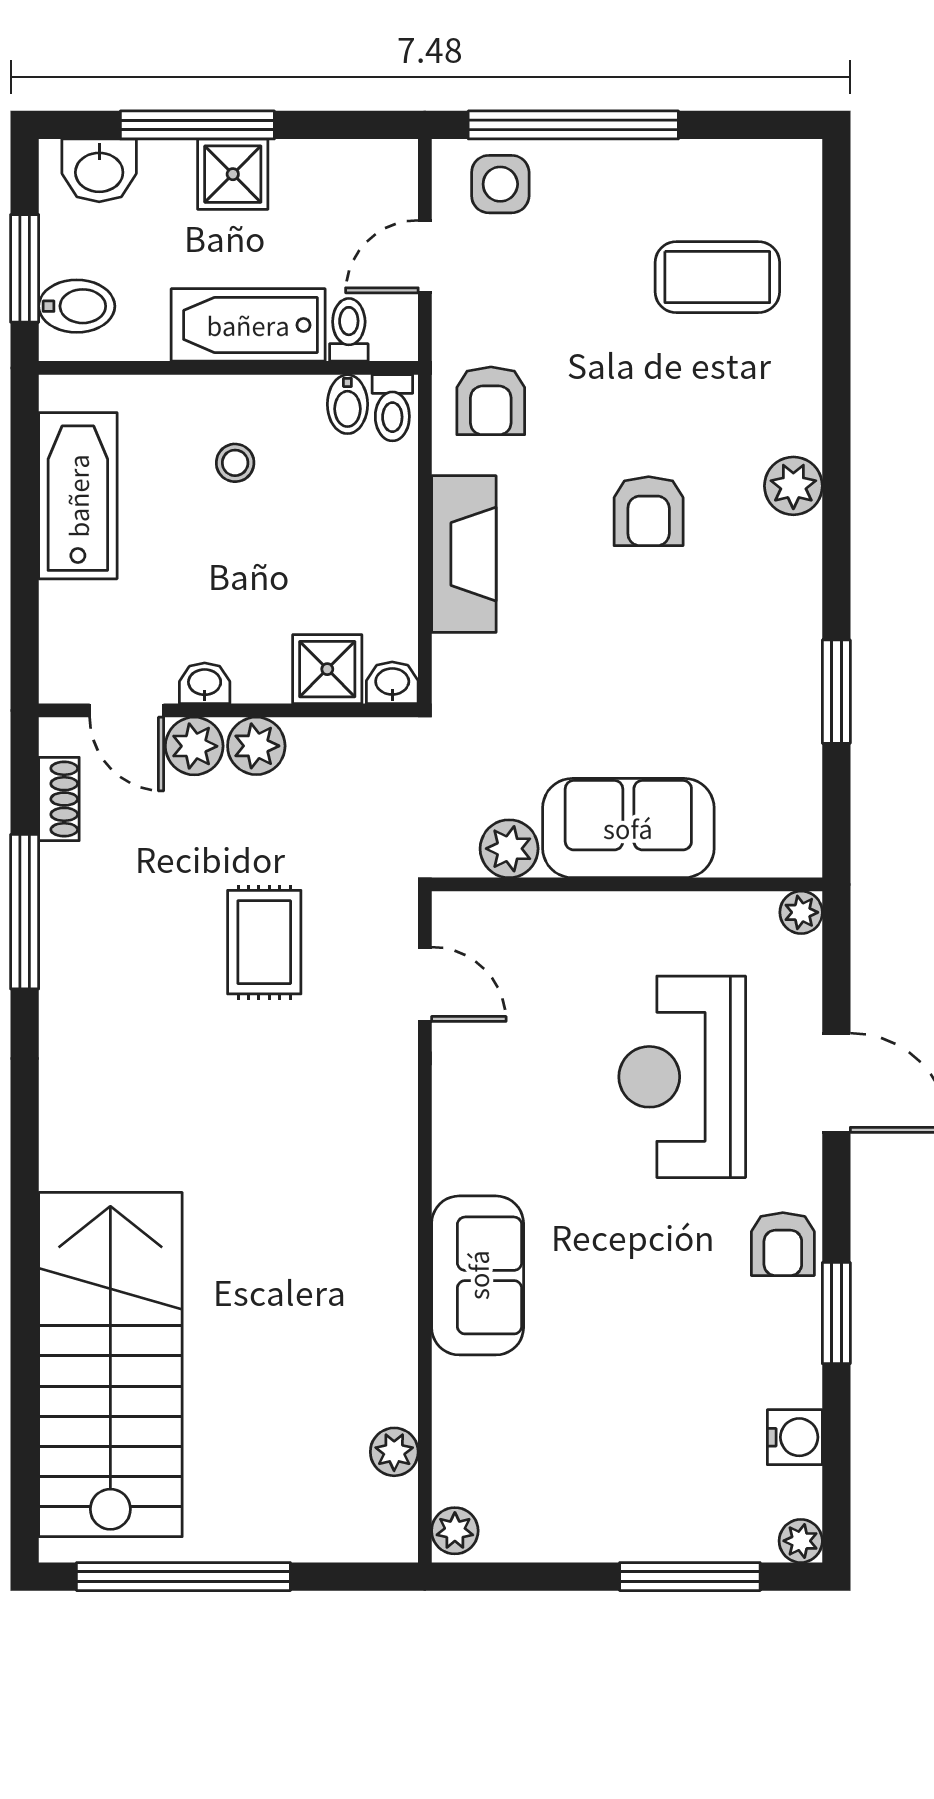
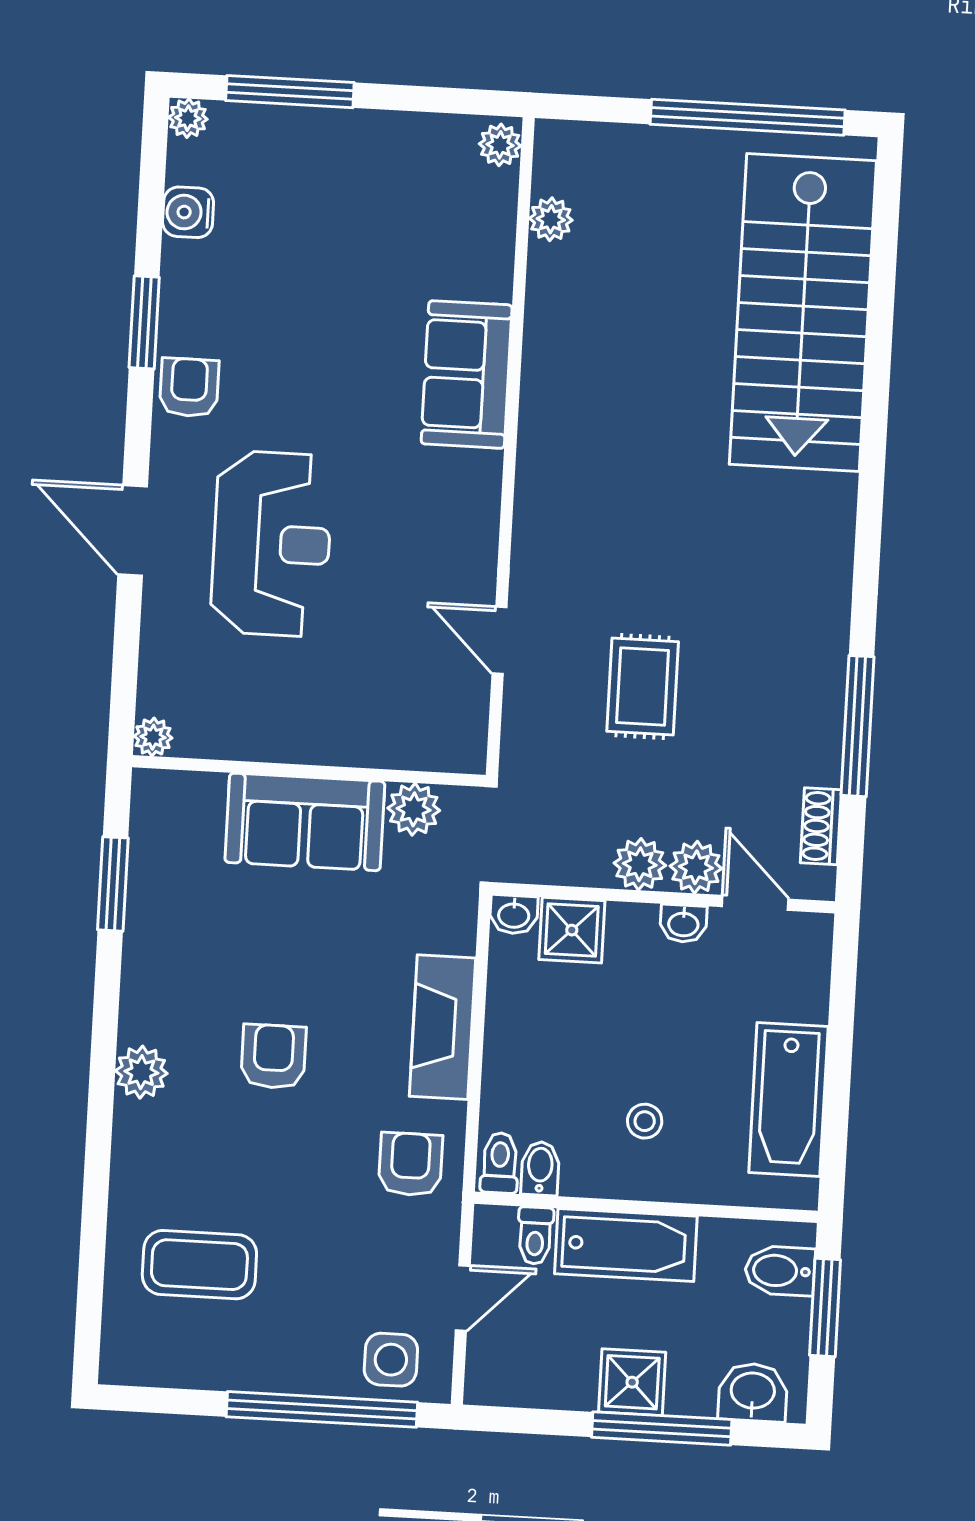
sofa: (628, 828) -> (305, 822), moved
plant: (509, 849) -> (414, 809), moved
wall: (627, 884) -> (309, 771), moved
plant: (801, 912) -> (153, 737), moved

